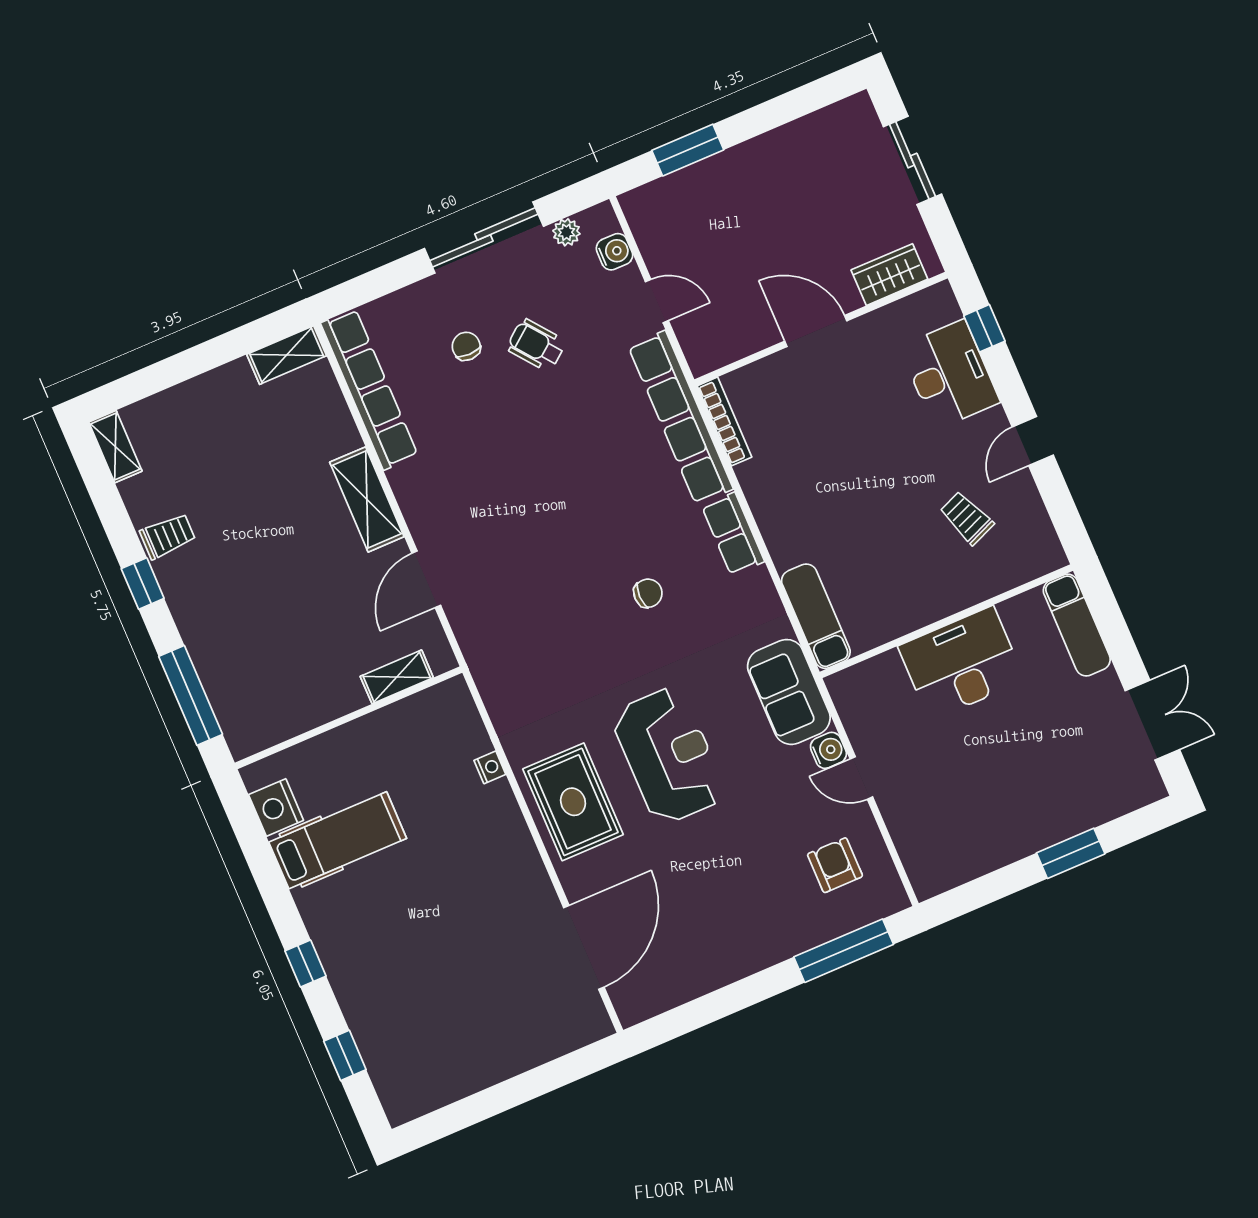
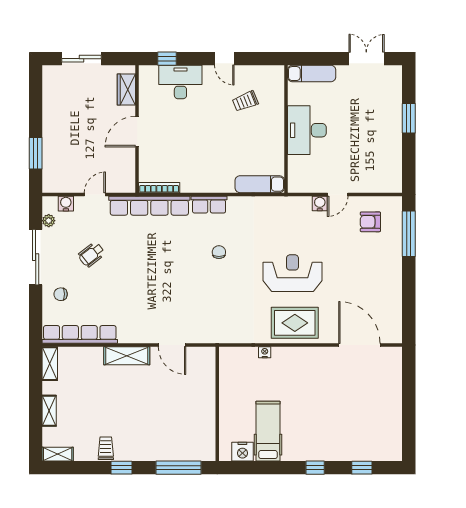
chair: (466, 346) -> (61, 294), moved
shelving: (397, 677) -> (49, 411), moved
sofa: (789, 692) -> (287, 210), removed

